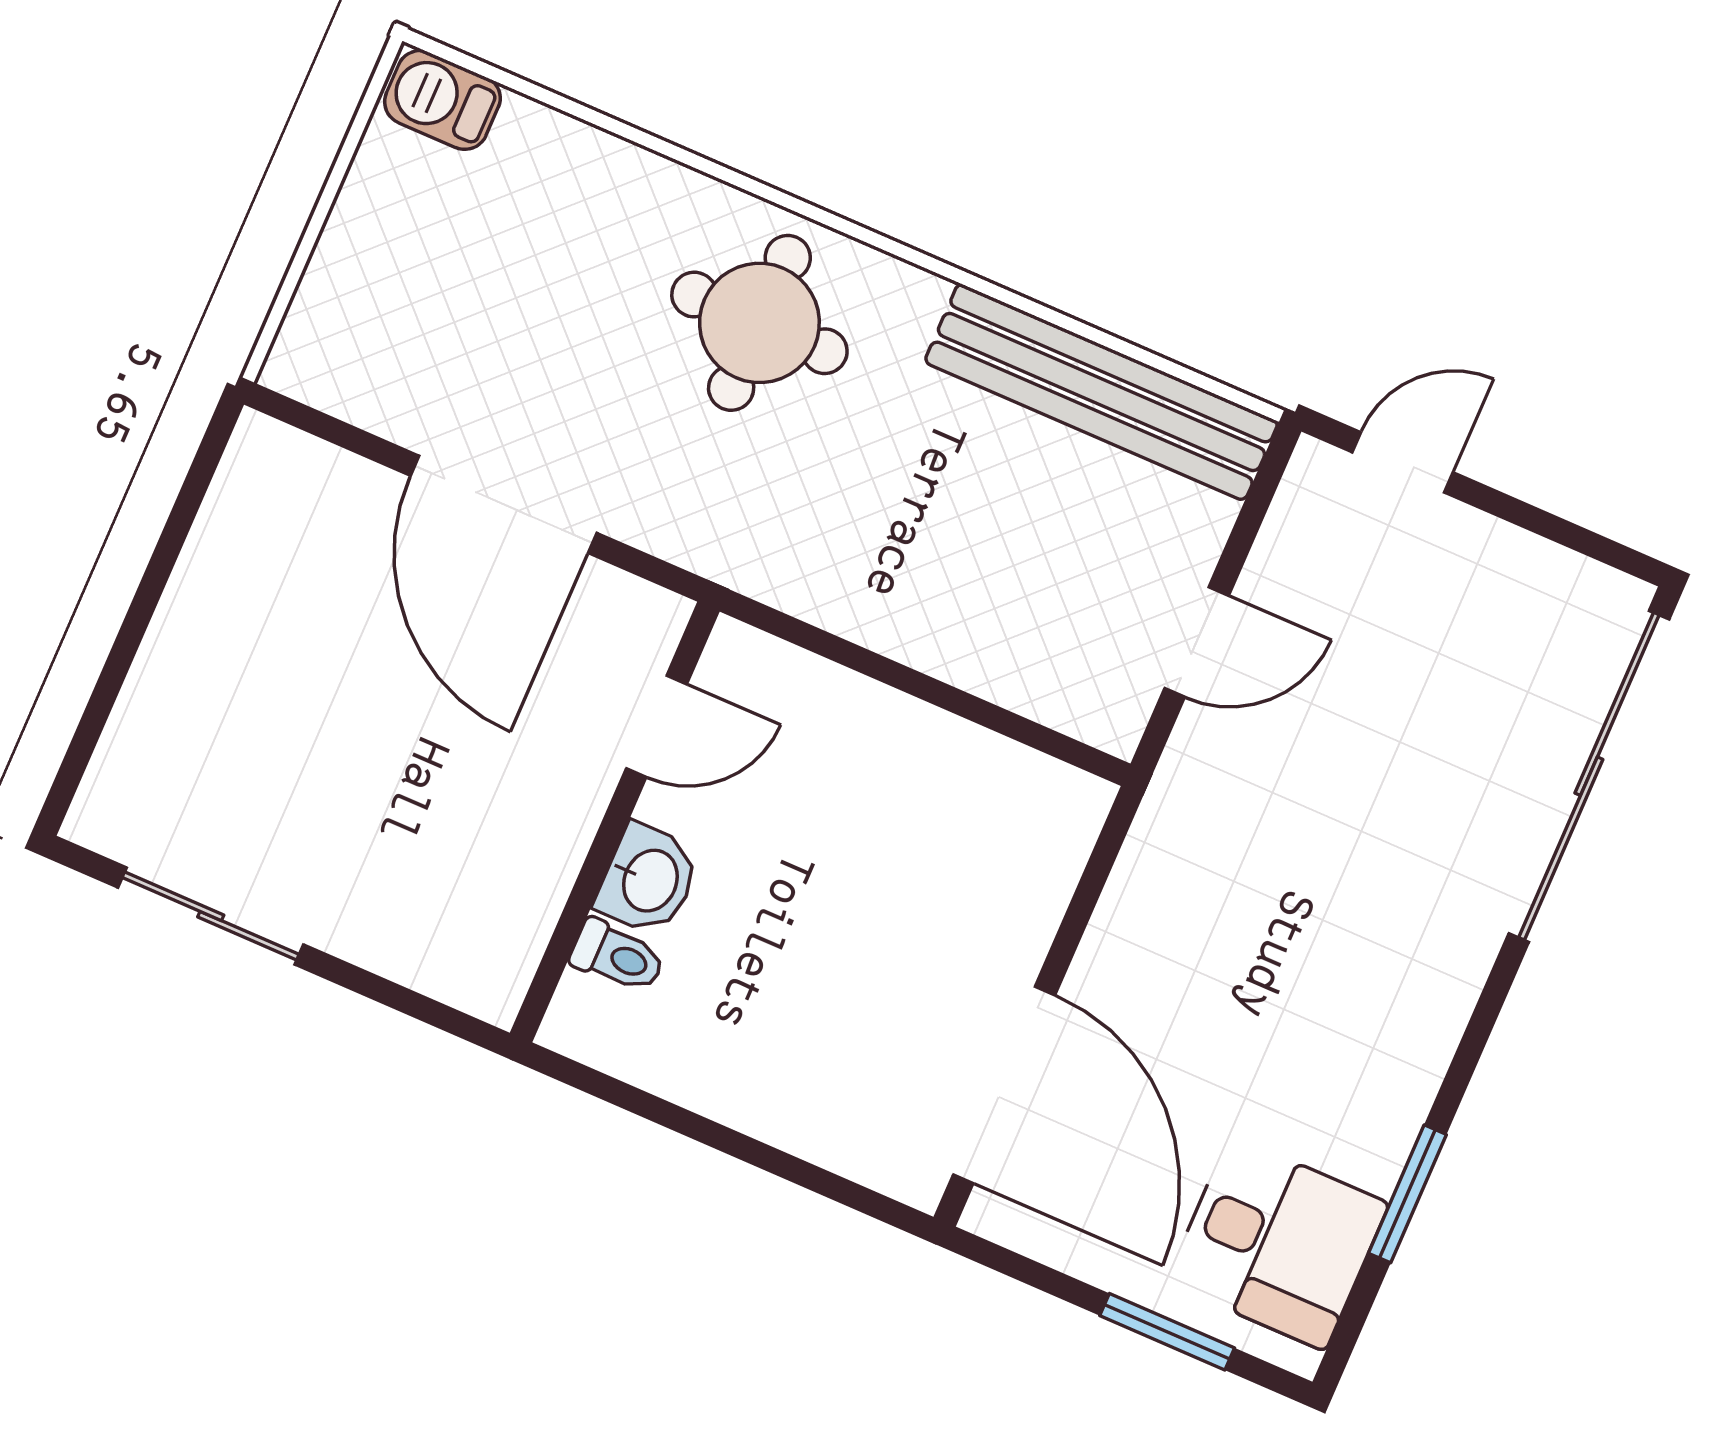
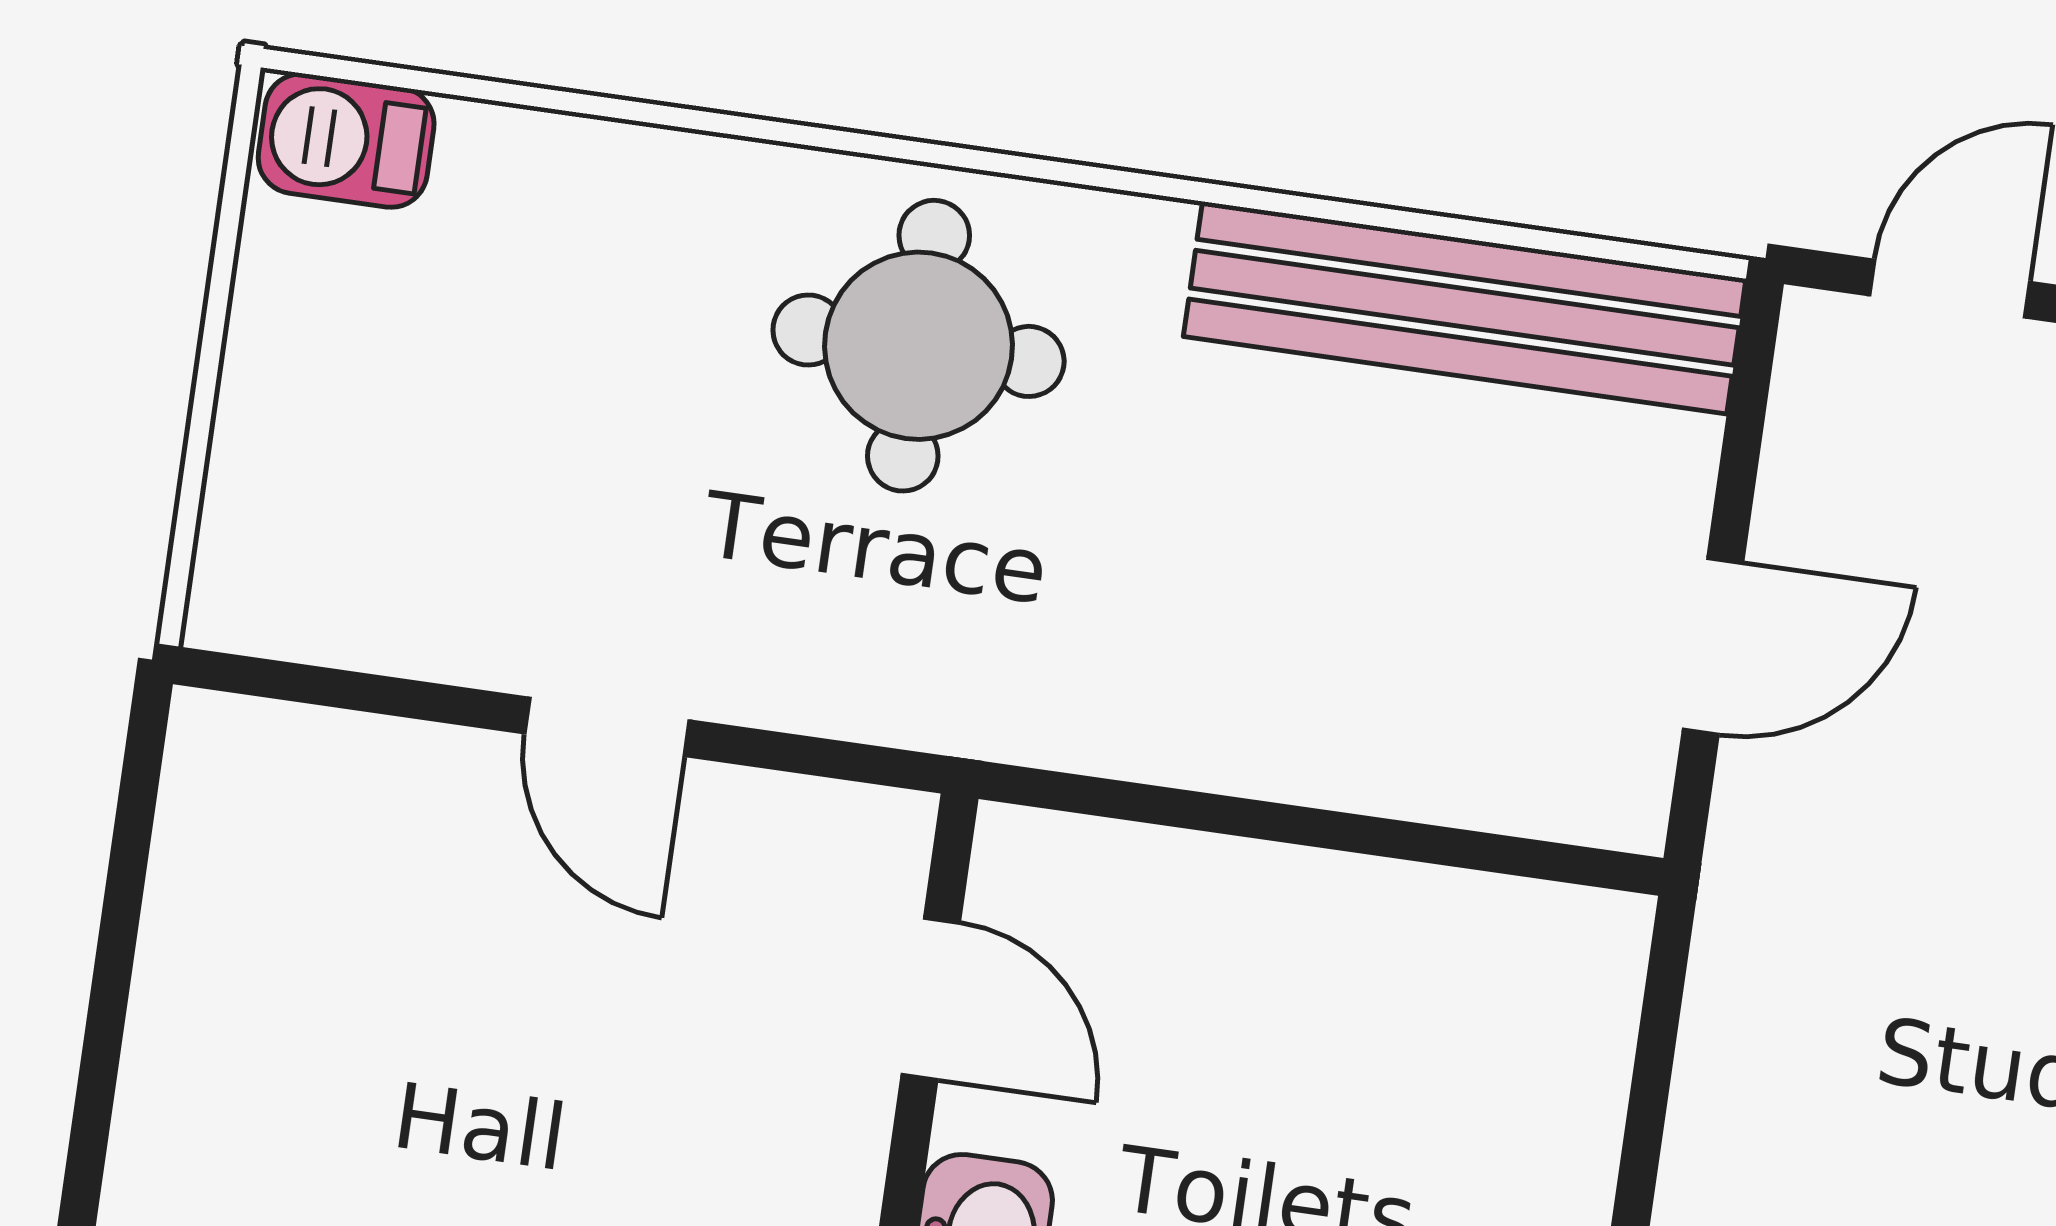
door: (504, 504) -> (607, 727), width x0.53
door: (656, 726) -> (931, 999), hinge flipped

